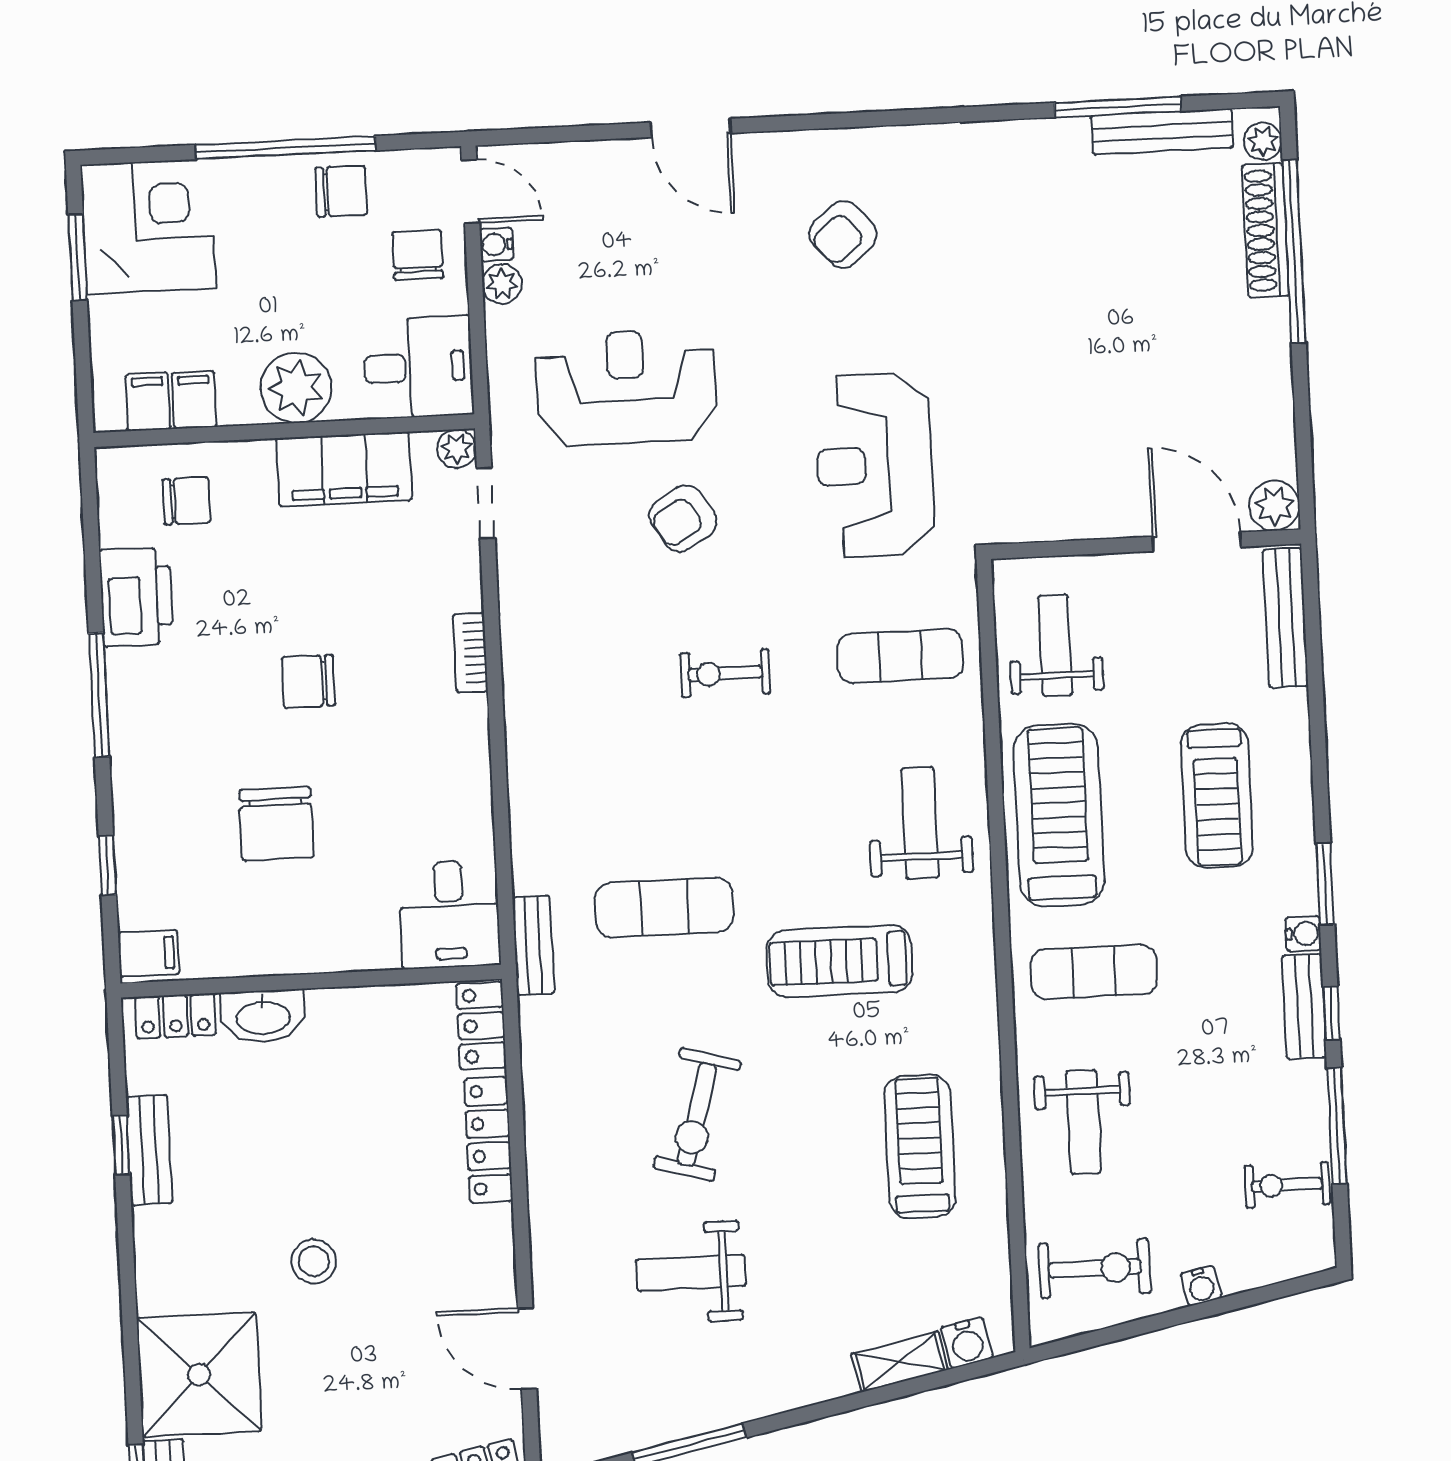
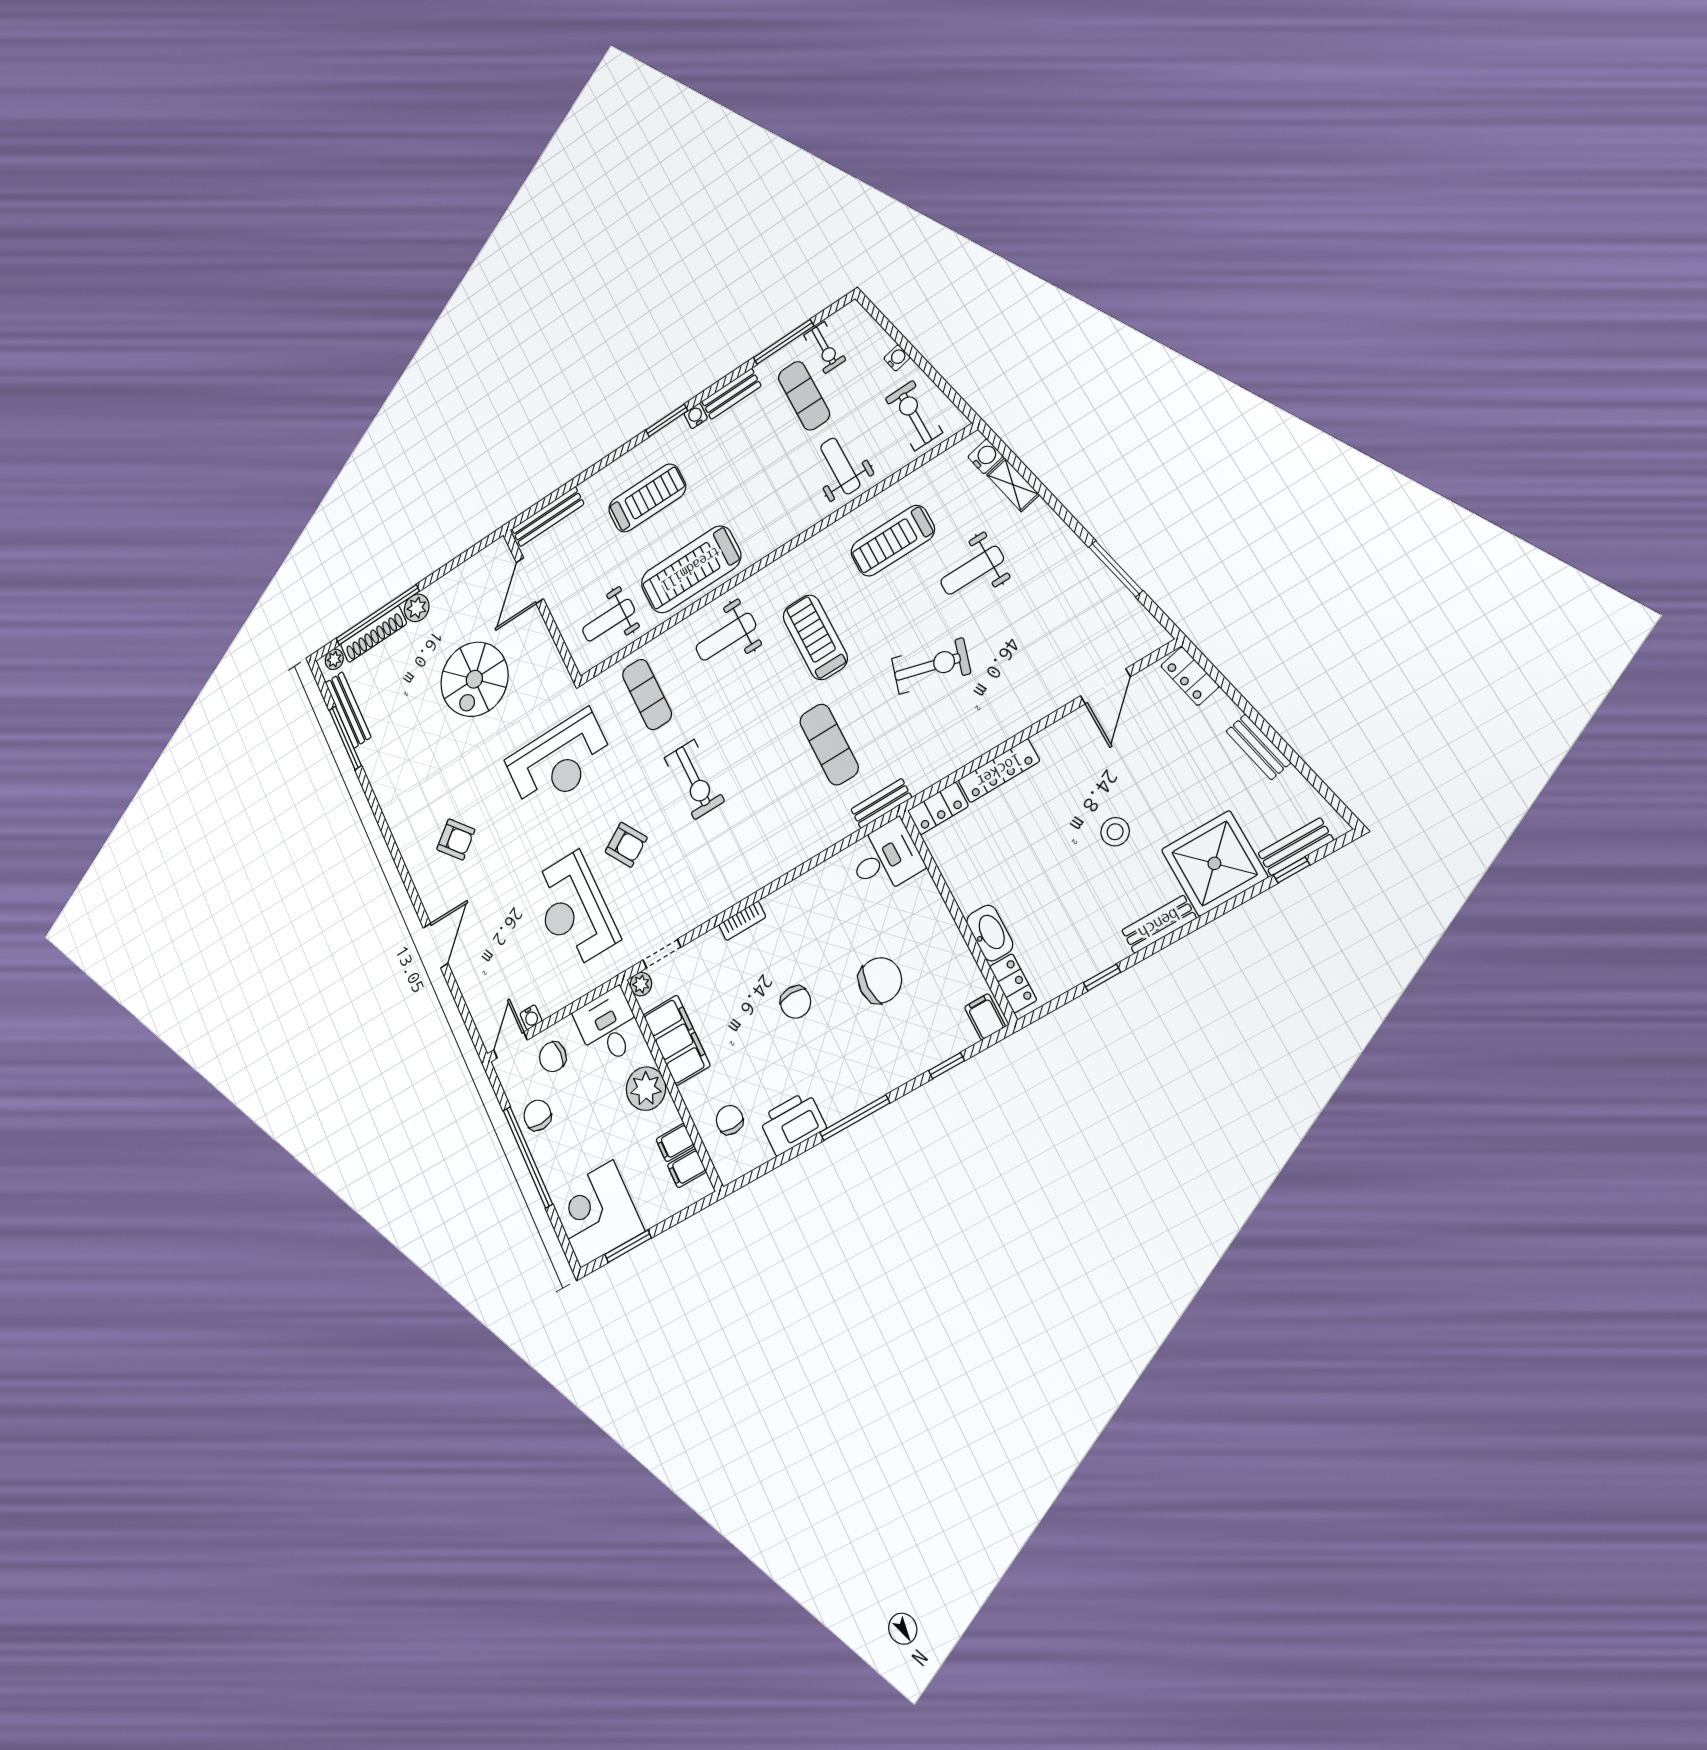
plant: (502, 284) -> (549, 1004), removed
spiral stairs: (1088, 377) -> (474, 679), added
plant: (1274, 506) -> (417, 608), moved
exercise bike: (725, 673) -> (694, 779), width x1.38, depth x1.39
treadmill: (839, 961) -> (815, 637), turned 180
exercise mat: (1094, 972) -> (804, 396), moved
window: (1331, 1013) -> (729, 379), removed
weight bench: (1084, 1122) -> (840, 466), turned -90
bench: (149, 1150) -> (1159, 924), moved
weight bench: (691, 1273) -> (972, 570), moved, turned 90

